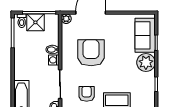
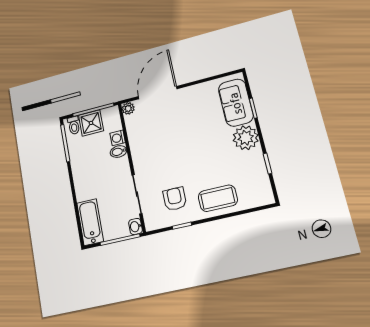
armchair: (91, 53) -> (169, 143), removed
washing machine: (54, 60) -> (118, 138), moved

